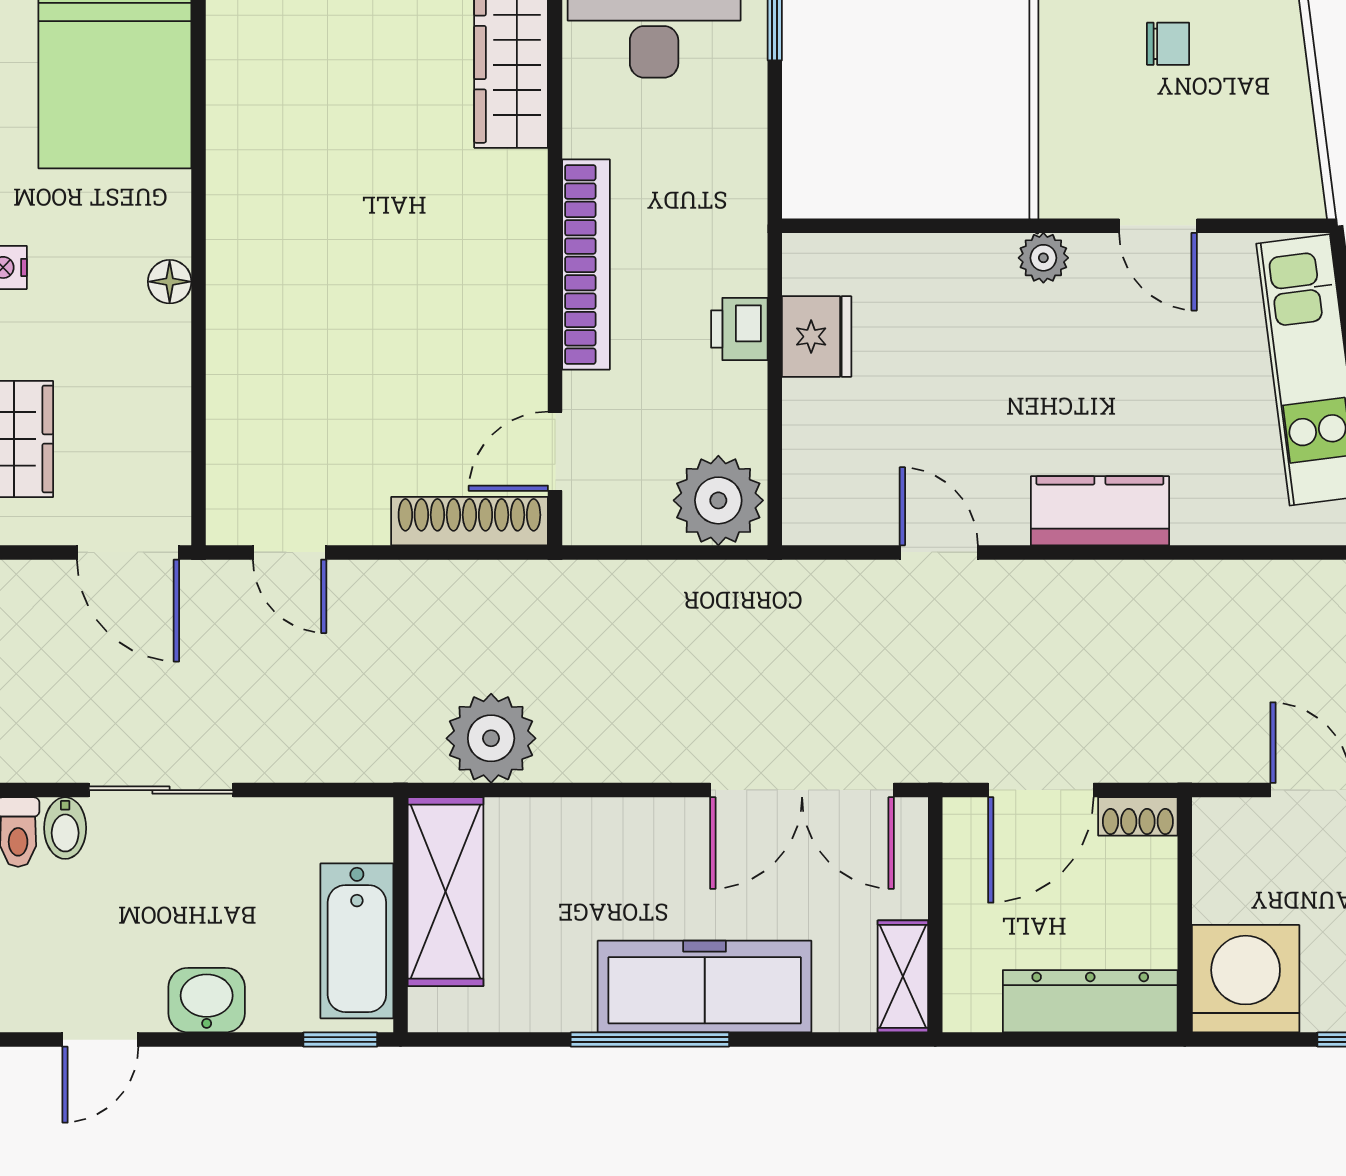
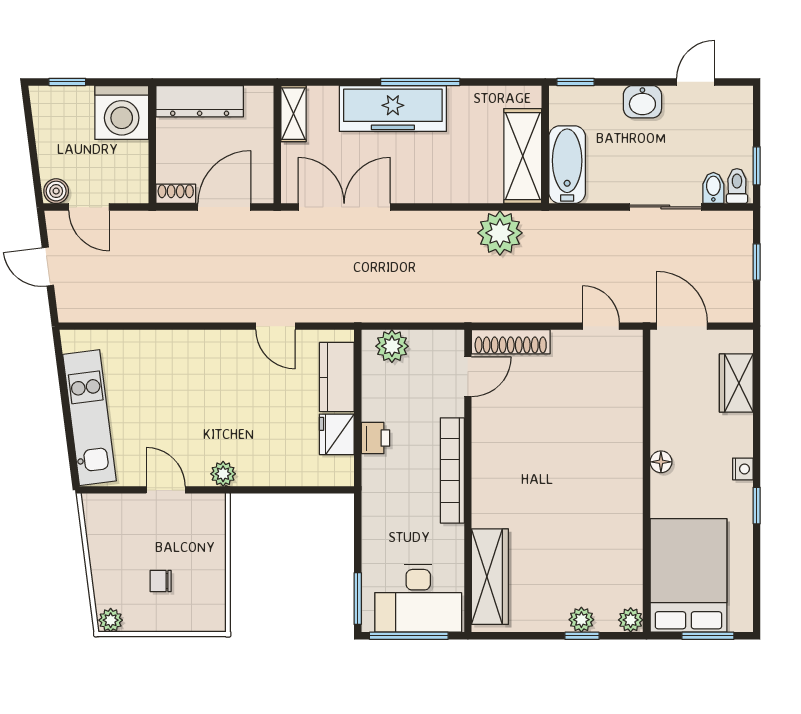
plant: (718, 500) -> (392, 346), width x0.73, depth x0.73
kitchen counter: (1100, 511) -> (337, 377), moved, turned 90
bathtub: (357, 941) -> (567, 165), moved

